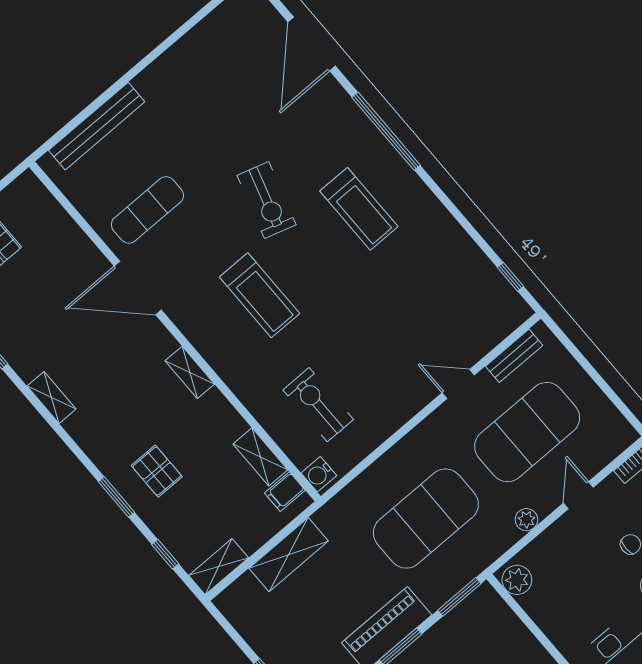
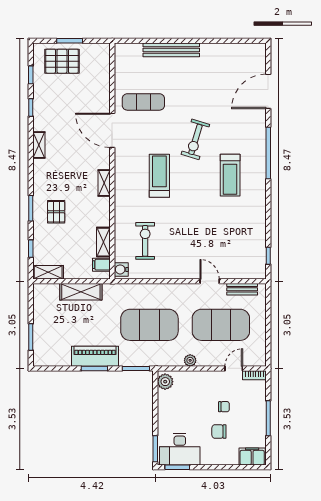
bench: (97, 126) -> (171, 50), moved
treadmill: (260, 295) -> (159, 176), turned 180
door: (578, 495) -> (234, 368), moved

